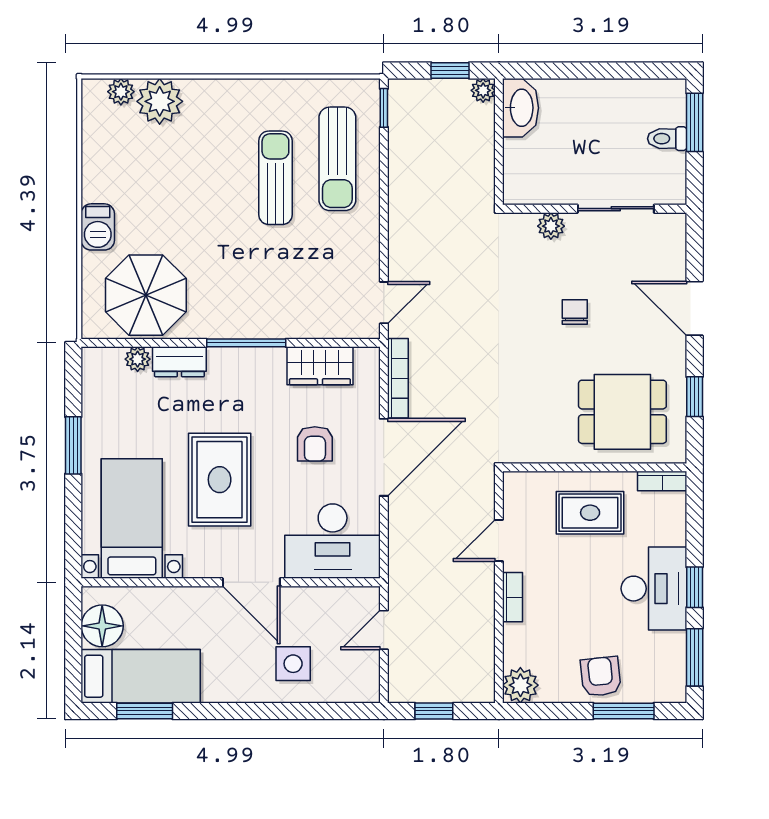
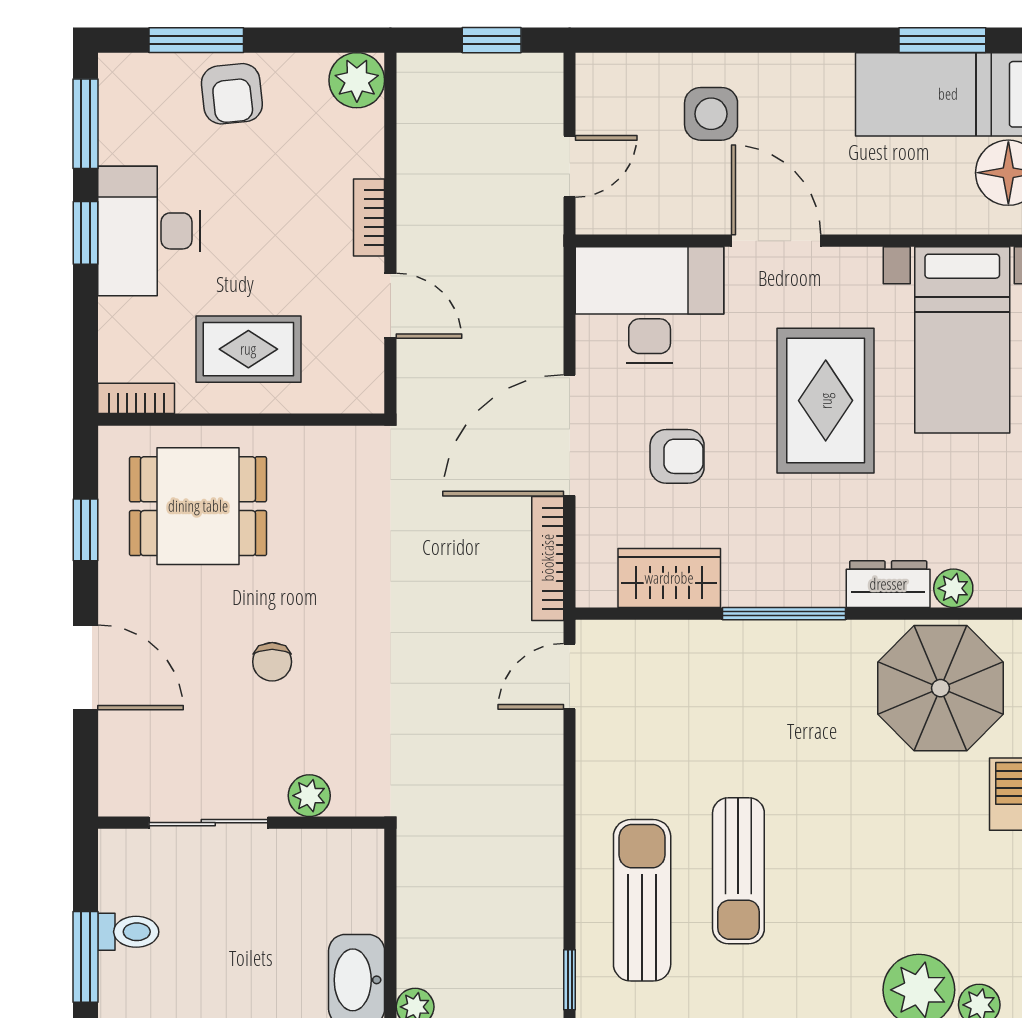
armchair: (315, 444) -> (677, 456), turned 90
door: (499, 541) -> (390, 306), hinge flipped

